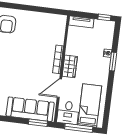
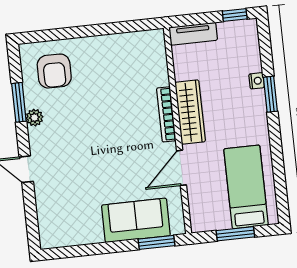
wardrobe: (70, 66) -> (190, 112), width x1.50
sofa: (30, 109) -> (136, 220), width x0.73
desk: (68, 113) -> (209, 210), removed
window: (79, 128) -> (235, 234), width x0.69

